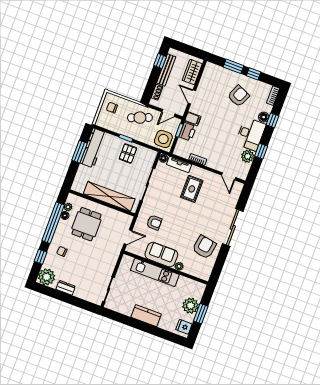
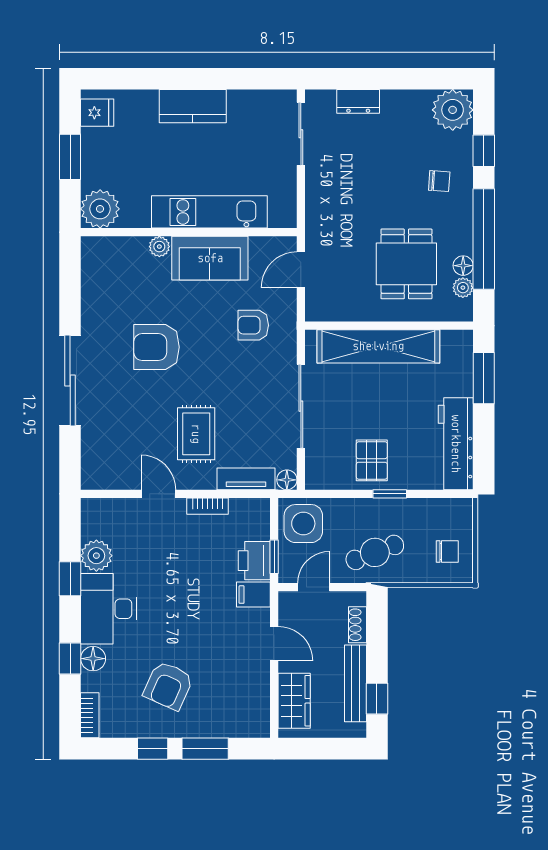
window: (79, 152) -> (484, 378), moved
door: (229, 176) -> (158, 494), moved
armchair: (204, 247) -> (157, 347), moved, turned 81
dresser: (66, 288) -> (358, 101), moved
plant: (190, 306) -> (100, 209), moved

